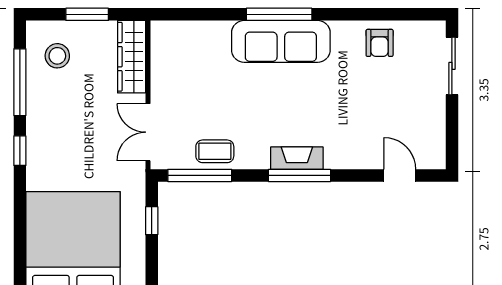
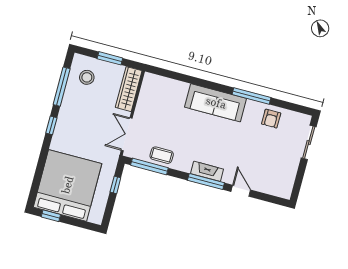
window: (279, 14) -> (252, 96), moved
door: (400, 175) -> (241, 191), moved

